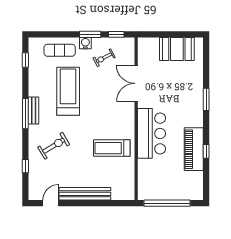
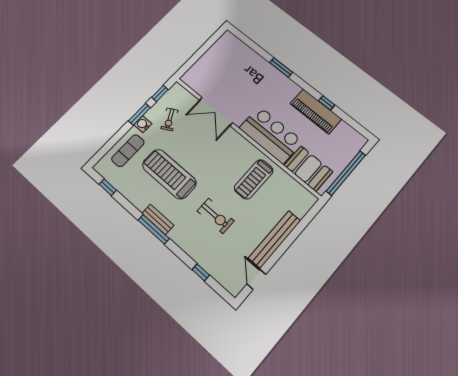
booth: (177, 49) -> (308, 168), moved, turned 90
exercise bike: (54, 146) -> (216, 216), moved, turned 121

